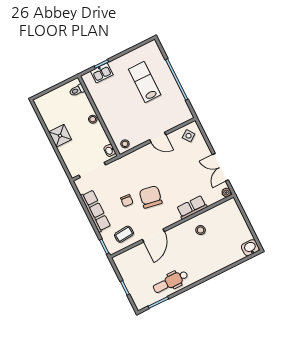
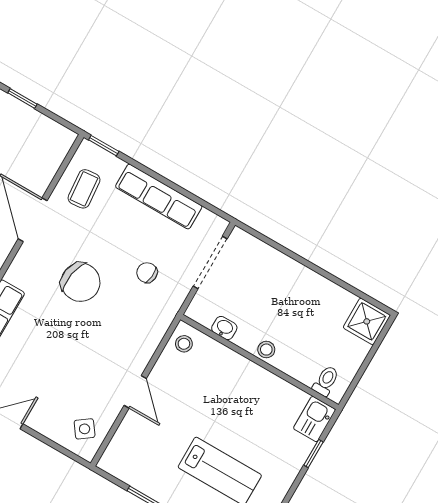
kitchen sink: (102, 73) -> (314, 419), moved
shower: (60, 136) -> (367, 321), moved
door: (158, 137) -> (135, 392), swing flipped
washbasin: (110, 150) -> (224, 328), moved
chair: (127, 201) -> (147, 273), moved

